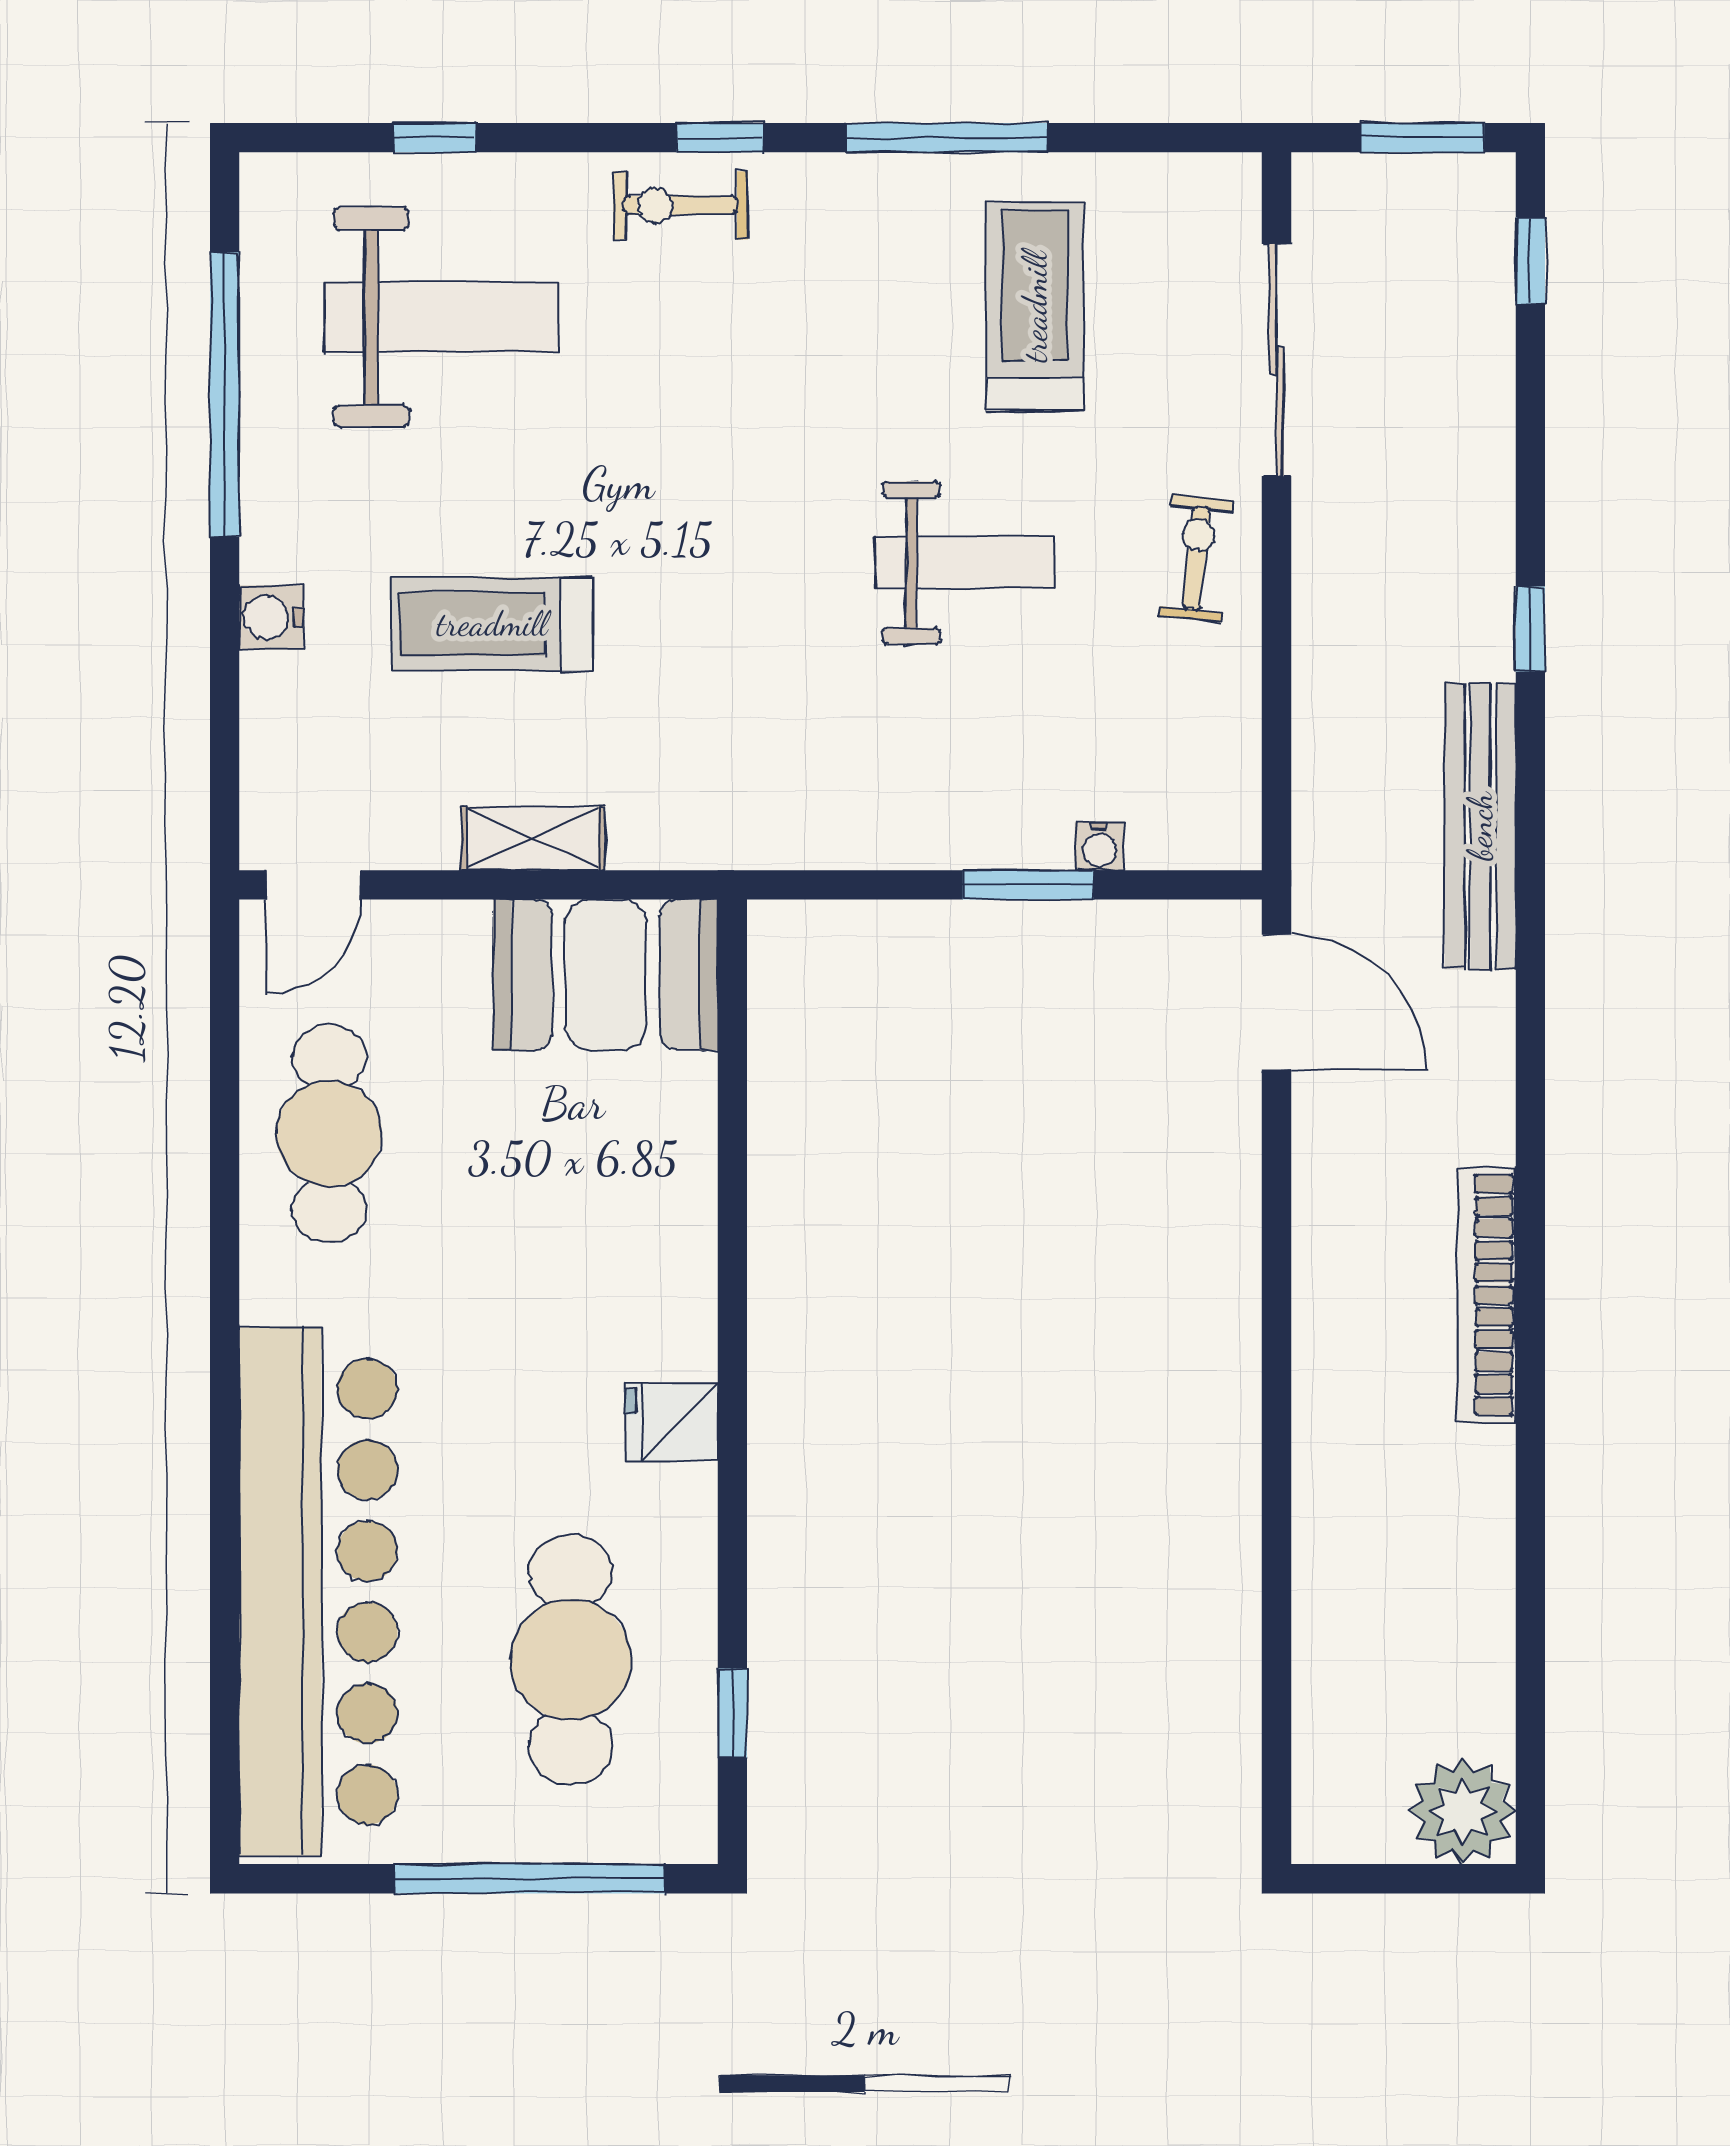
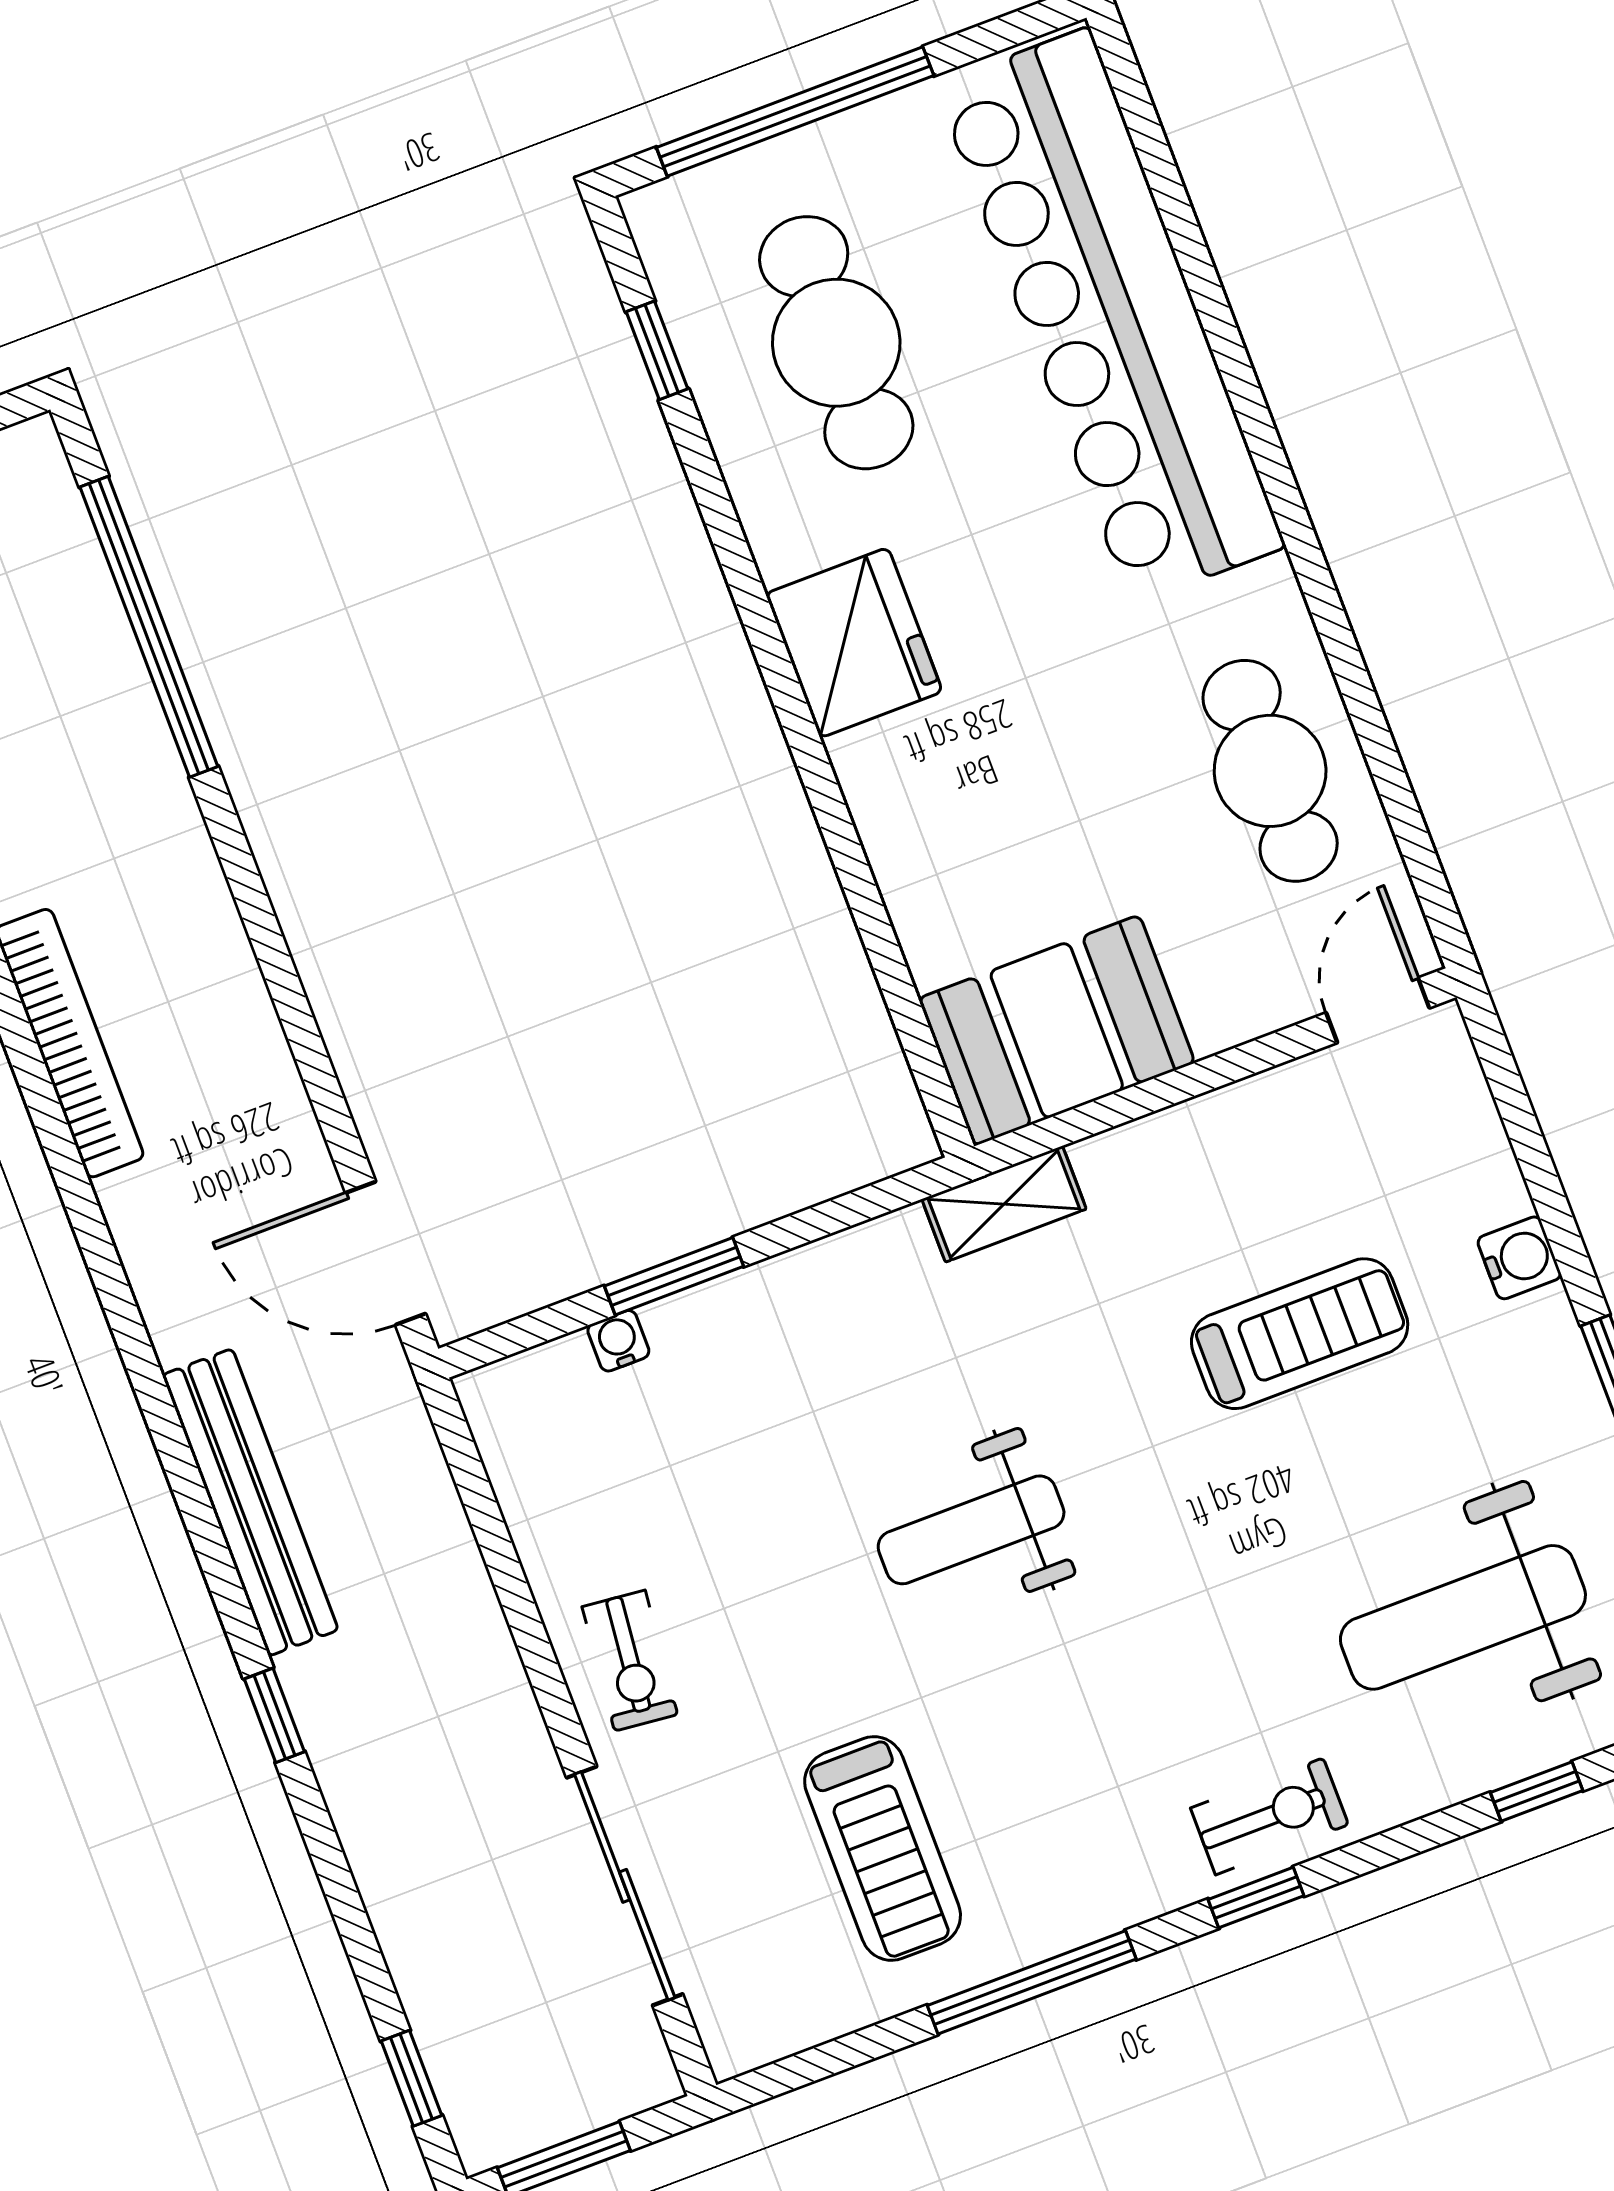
weight bench: (965, 563) -> (971, 1530), moved
shelving: (533, 838) -> (1004, 1204), moved
fridge: (671, 1422) -> (854, 643), width x1.88, depth x1.34
window: (1277, 1638) -> (149, 627), added

